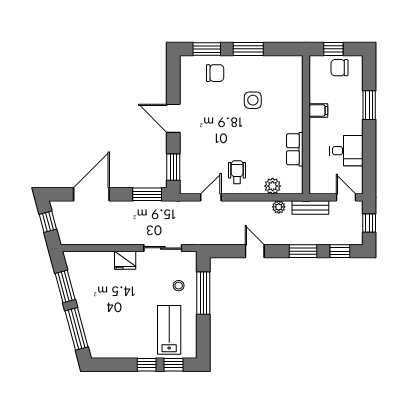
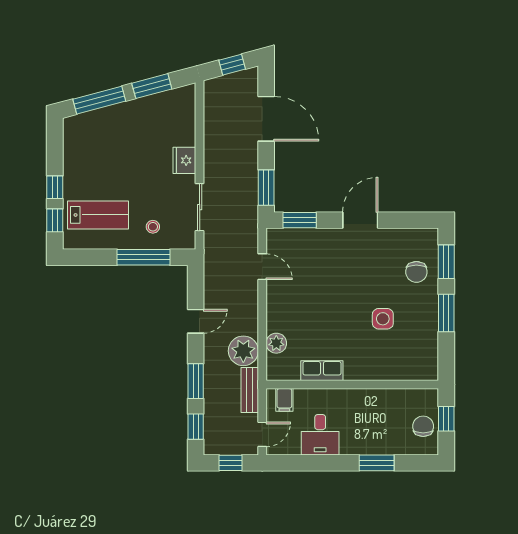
filing cabinet: (318, 111) -> (284, 400), moved
wheelchair: (237, 172) -> (294, 299), removed
plant: (279, 207) -> (243, 351), width x1.88, depth x1.88

